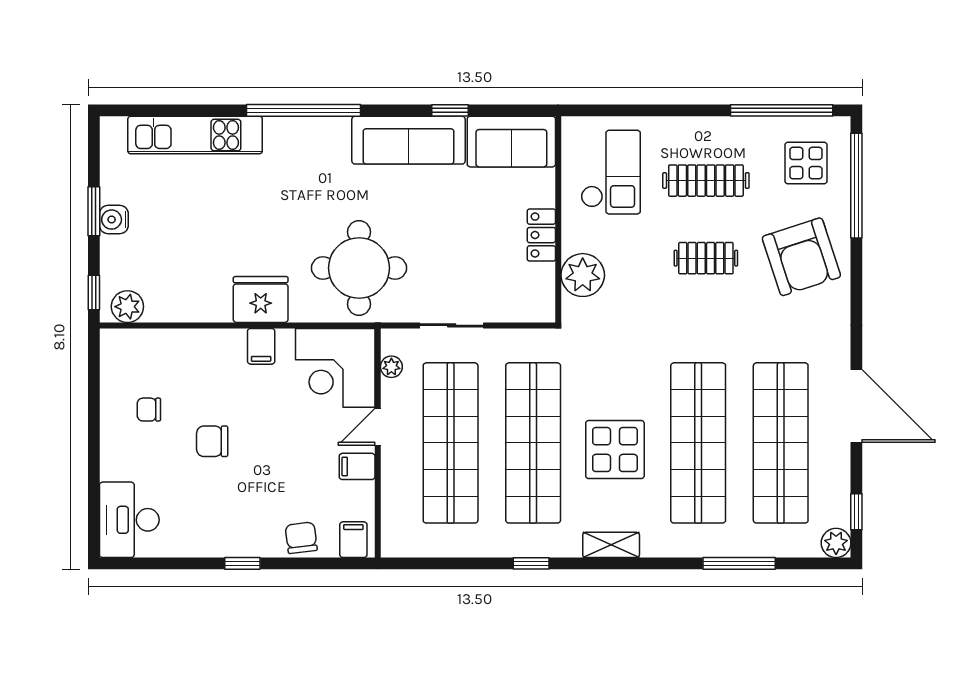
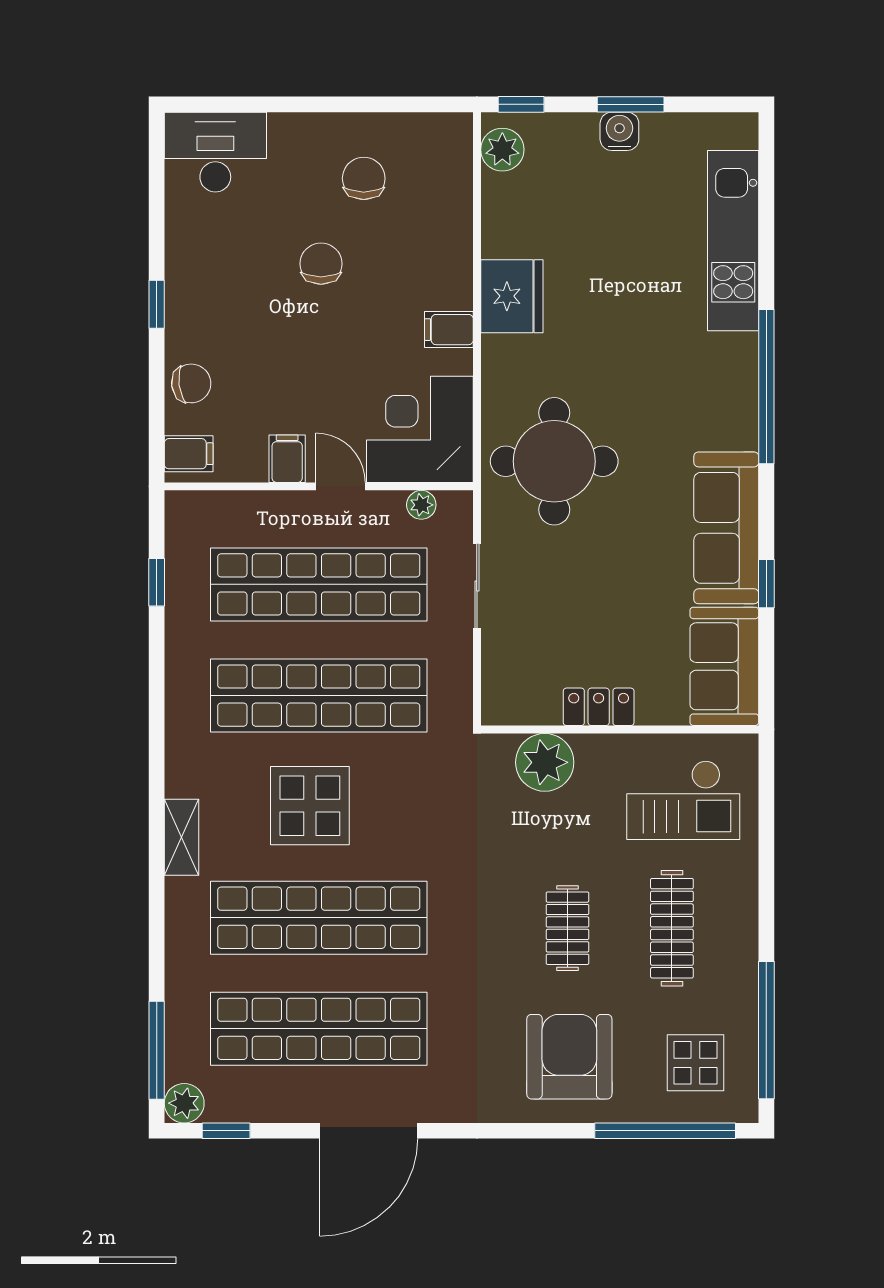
armchair: (801, 257) -> (569, 1057), turned 108
fridge: (261, 299) -> (512, 296), moved
chair: (149, 410) -> (364, 178), width x1.37, depth x1.37
shelving: (611, 545) -> (182, 837), moved
window: (531, 563) -> (157, 582), moved
window: (739, 563) -> (157, 1050), moved

